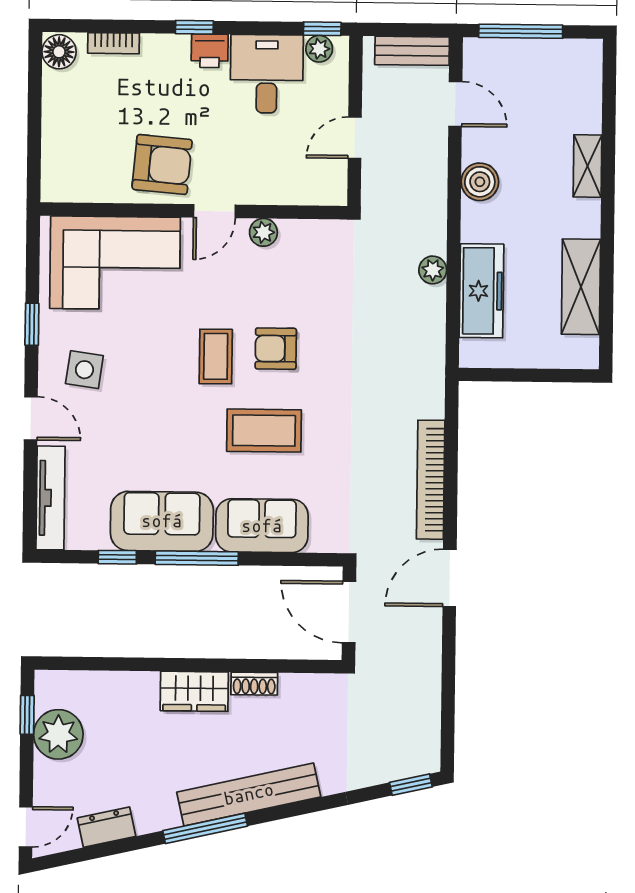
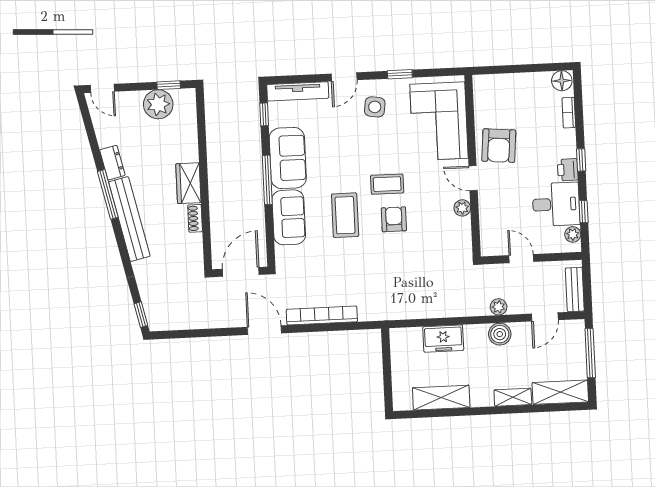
window: (322, 29) -> (584, 212), moved
shelving: (584, 85) -> (560, 392), added
plant: (433, 270) -> (499, 307), moved
freezer: (482, 291) -> (443, 339), width x0.71
window: (117, 557) -> (264, 114), moved
dresser: (107, 827) -> (112, 163), moved

